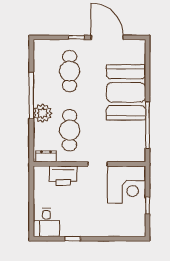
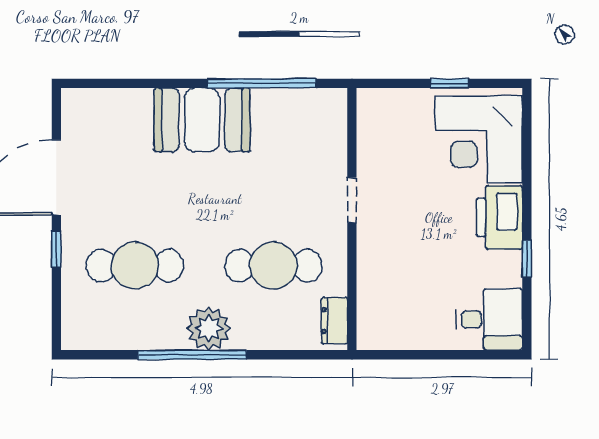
booth: (126, 92) -> (202, 120), width x0.73, depth x0.70
plant: (43, 113) -> (209, 328), moved
printer: (63, 176) -> (499, 217), moved, turned 180
corner desk: (126, 184) -> (479, 139), moved, turned 180

